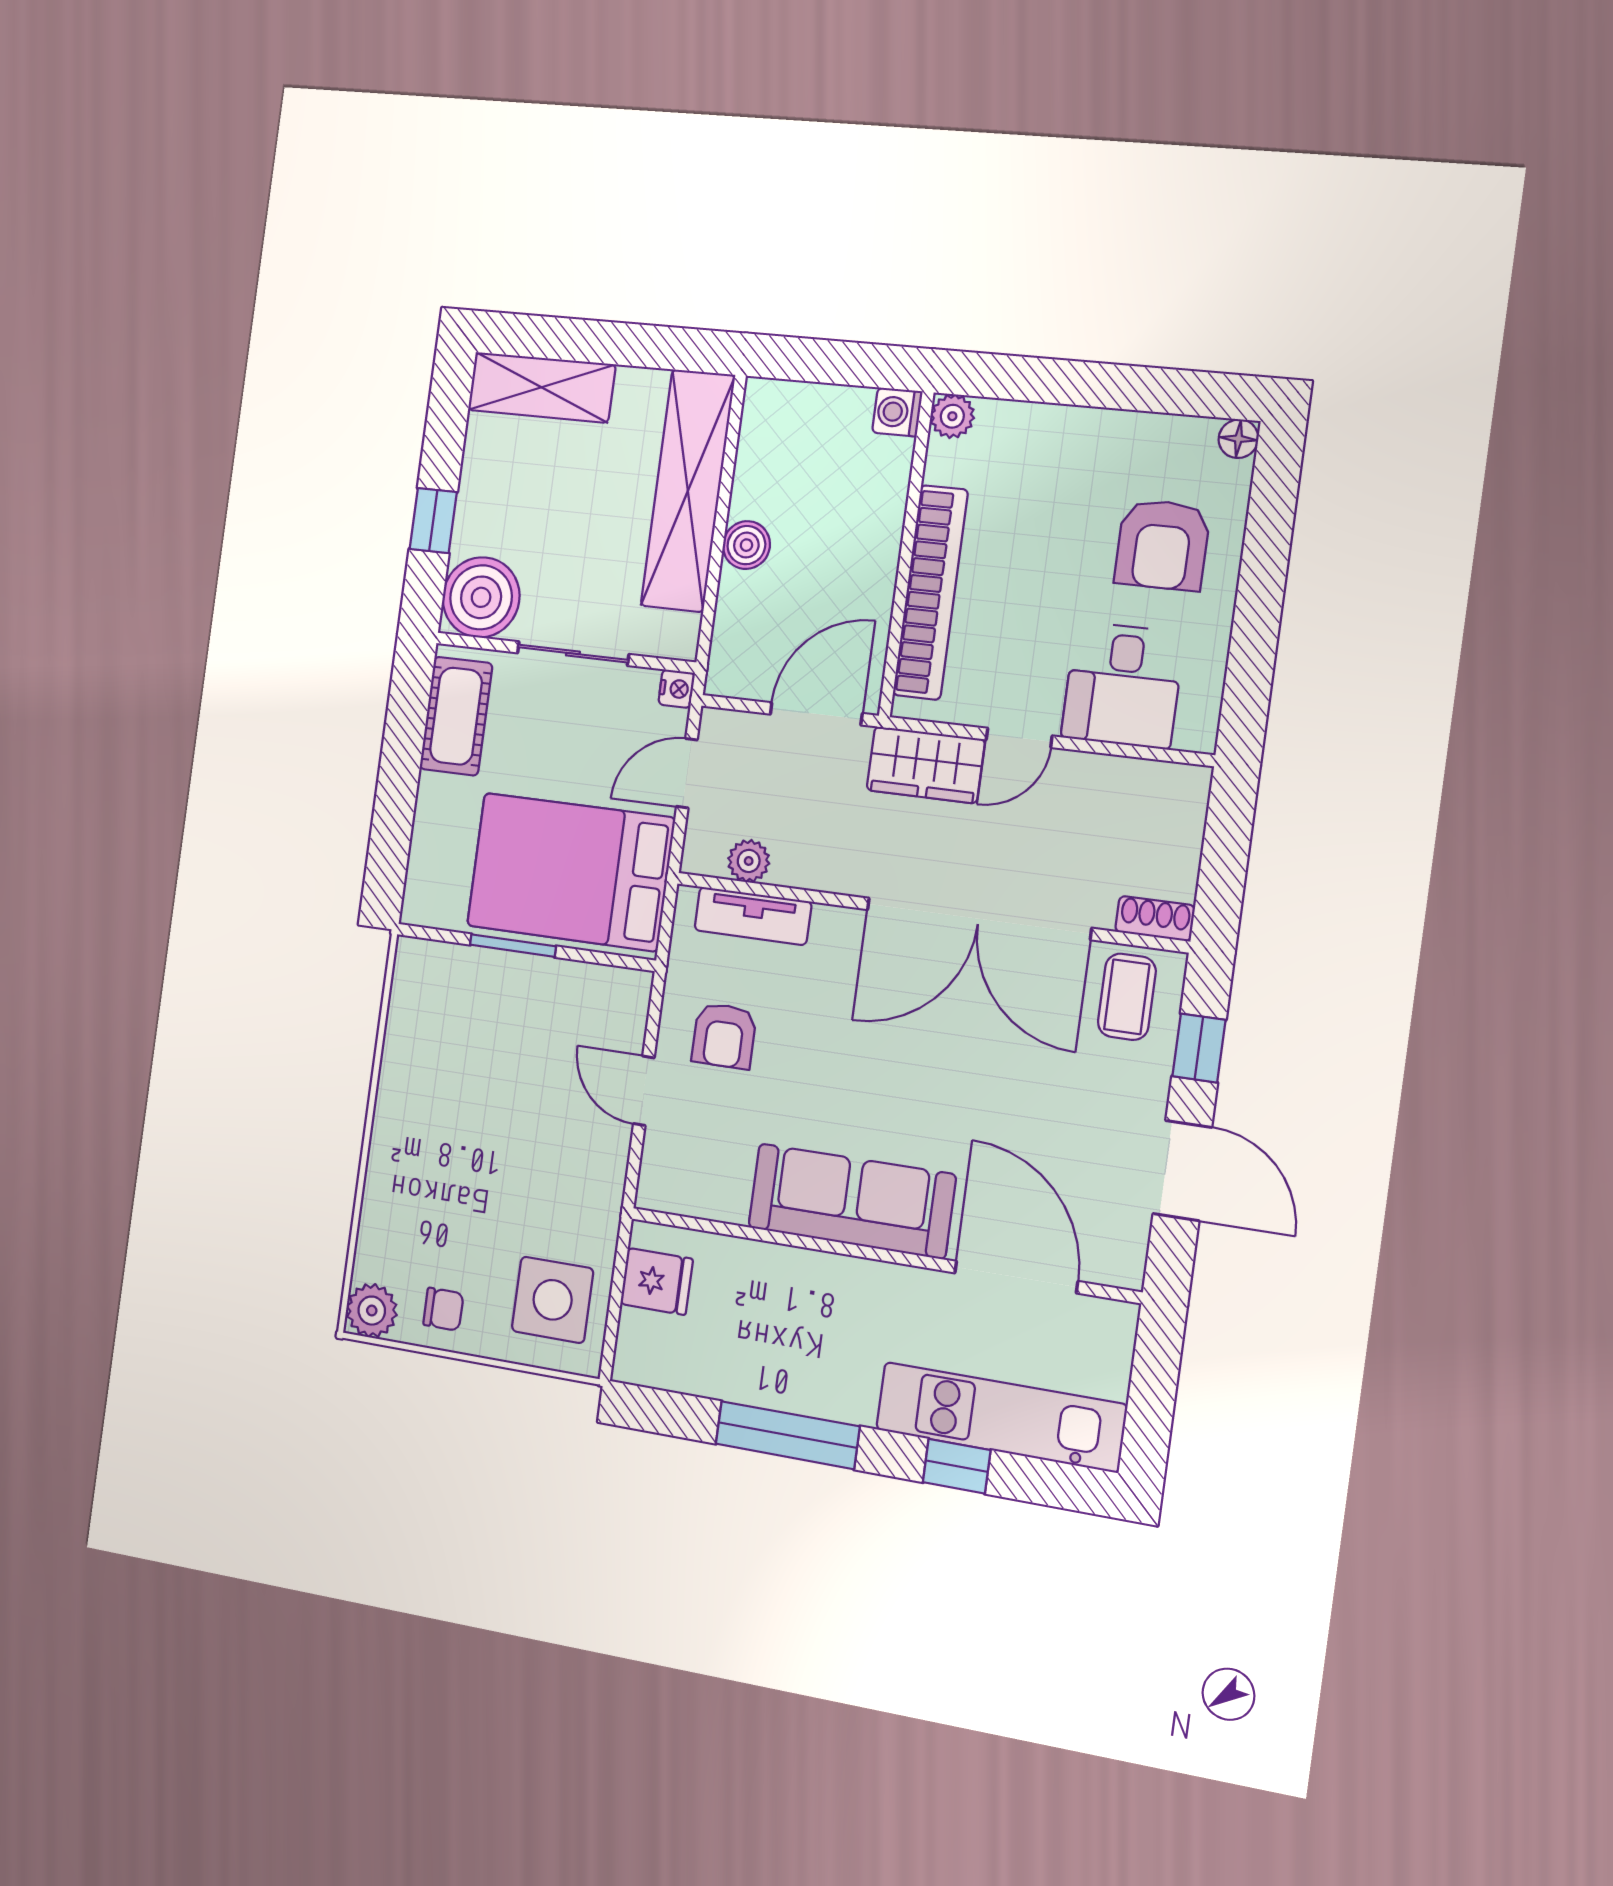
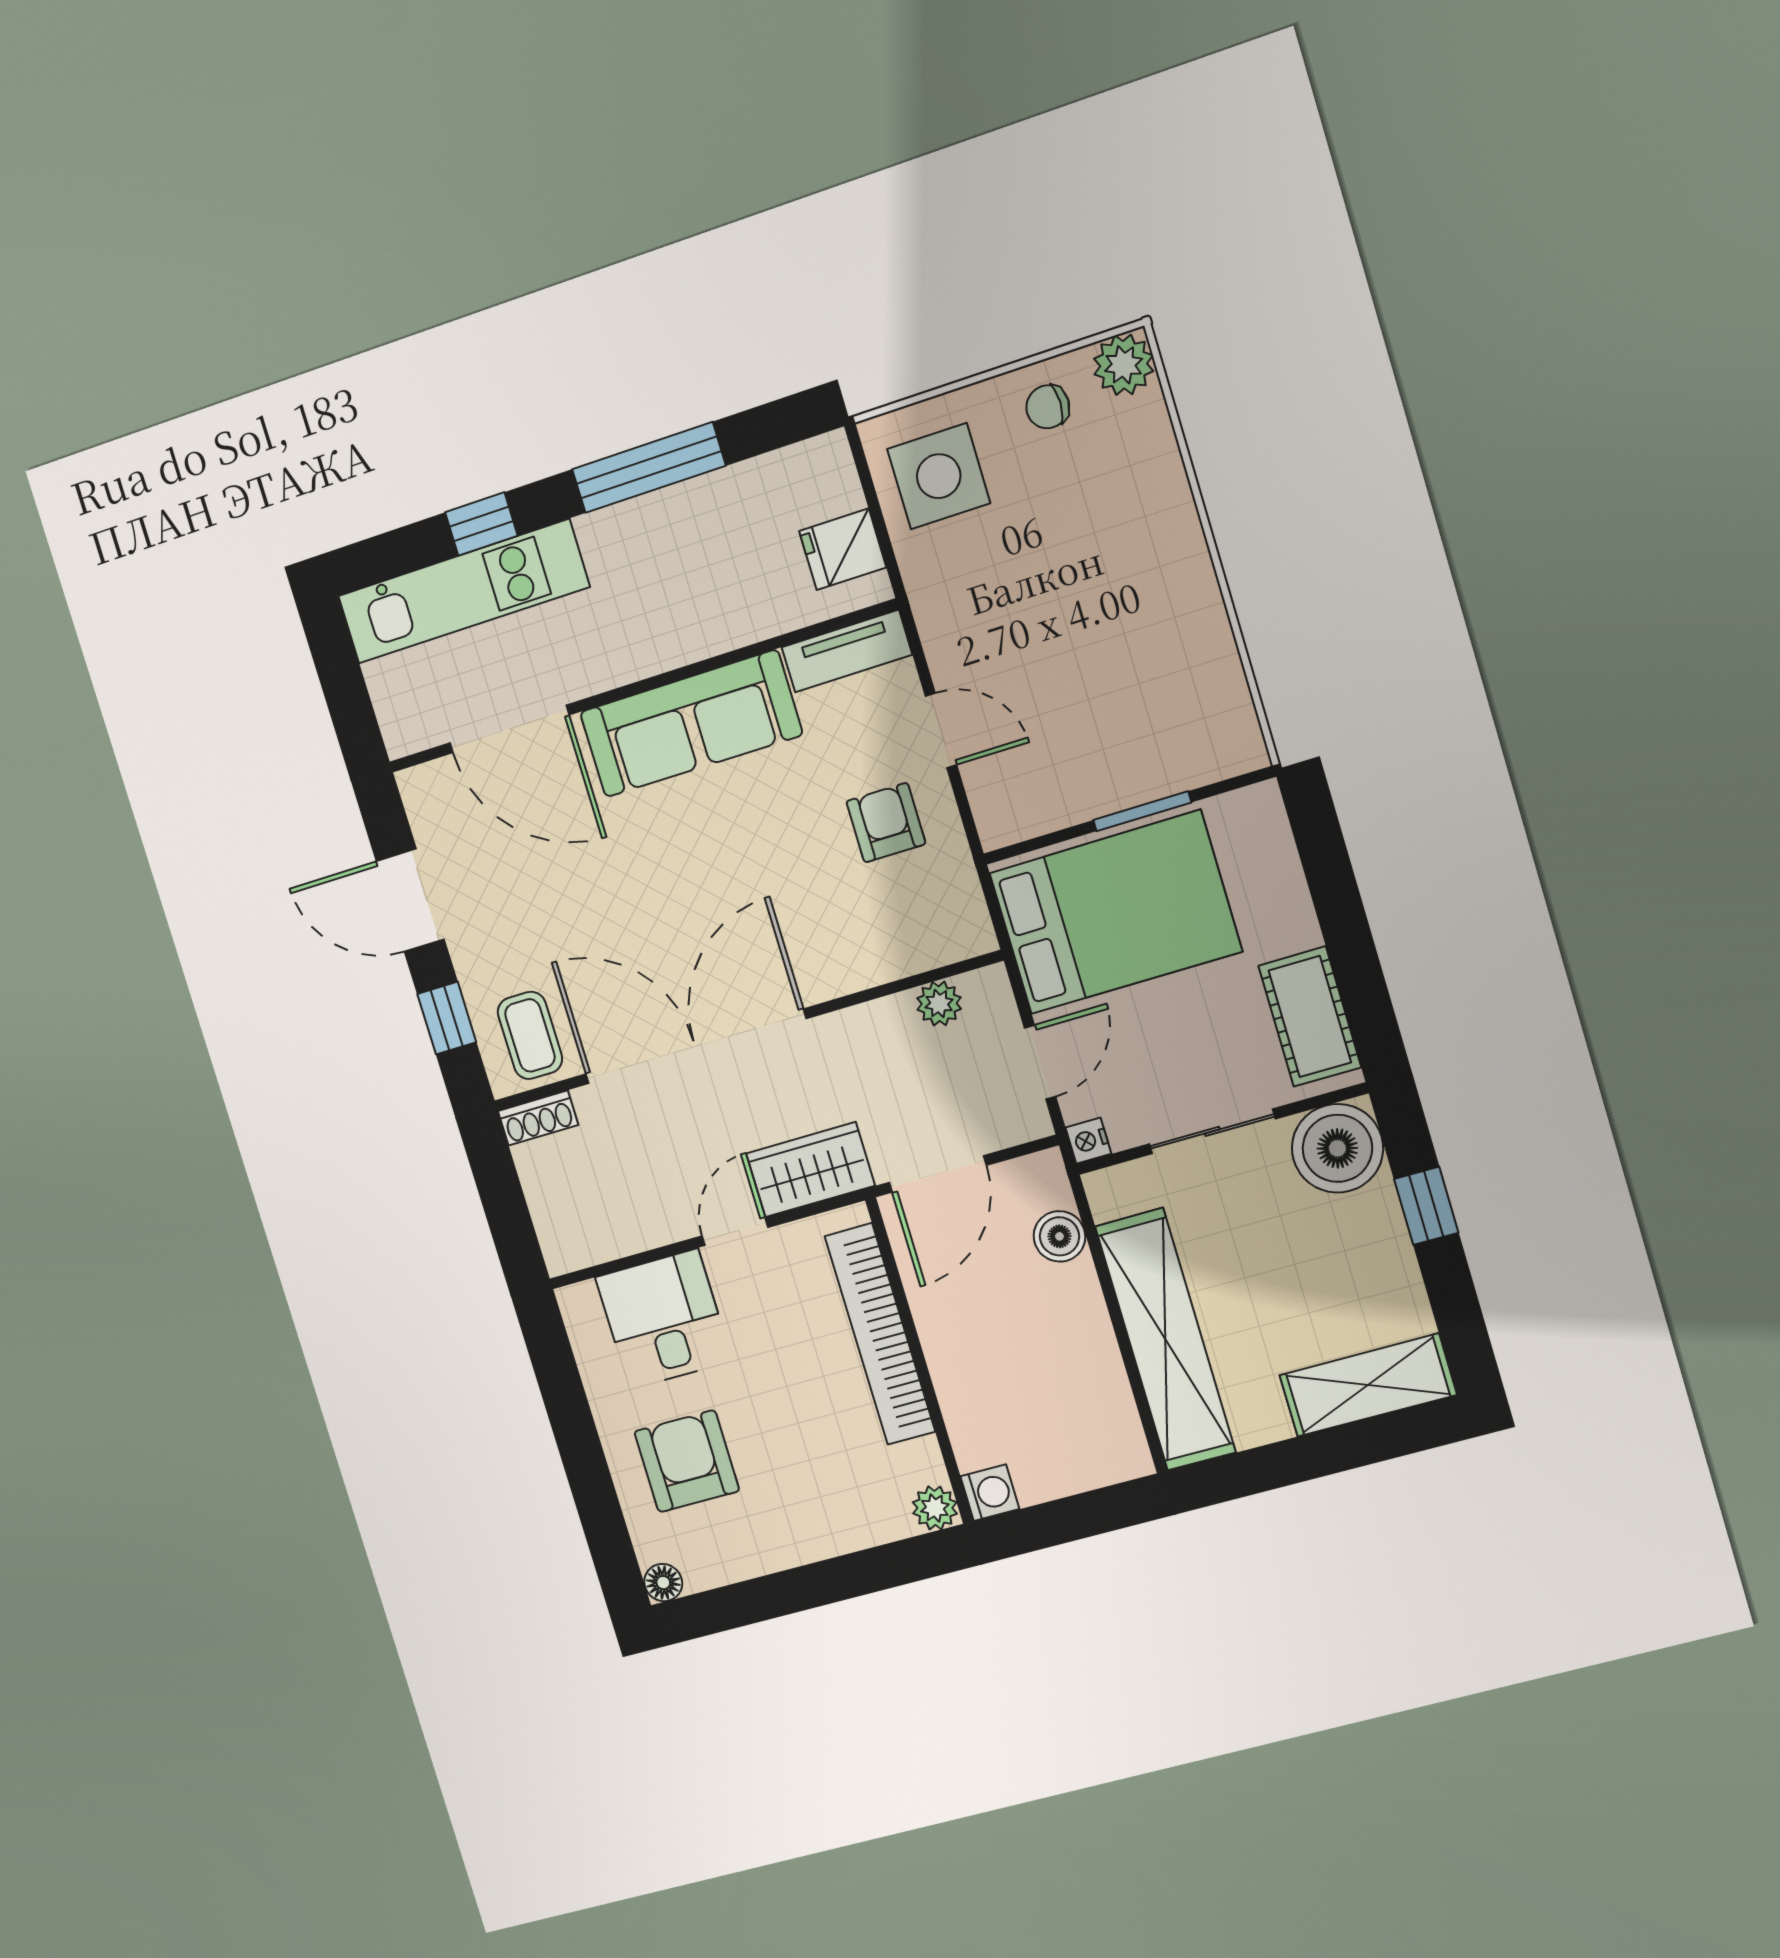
boiler: (746, 545) -> (1059, 1236), moved
tv unit: (753, 916) -> (847, 651), moved, turned 180

